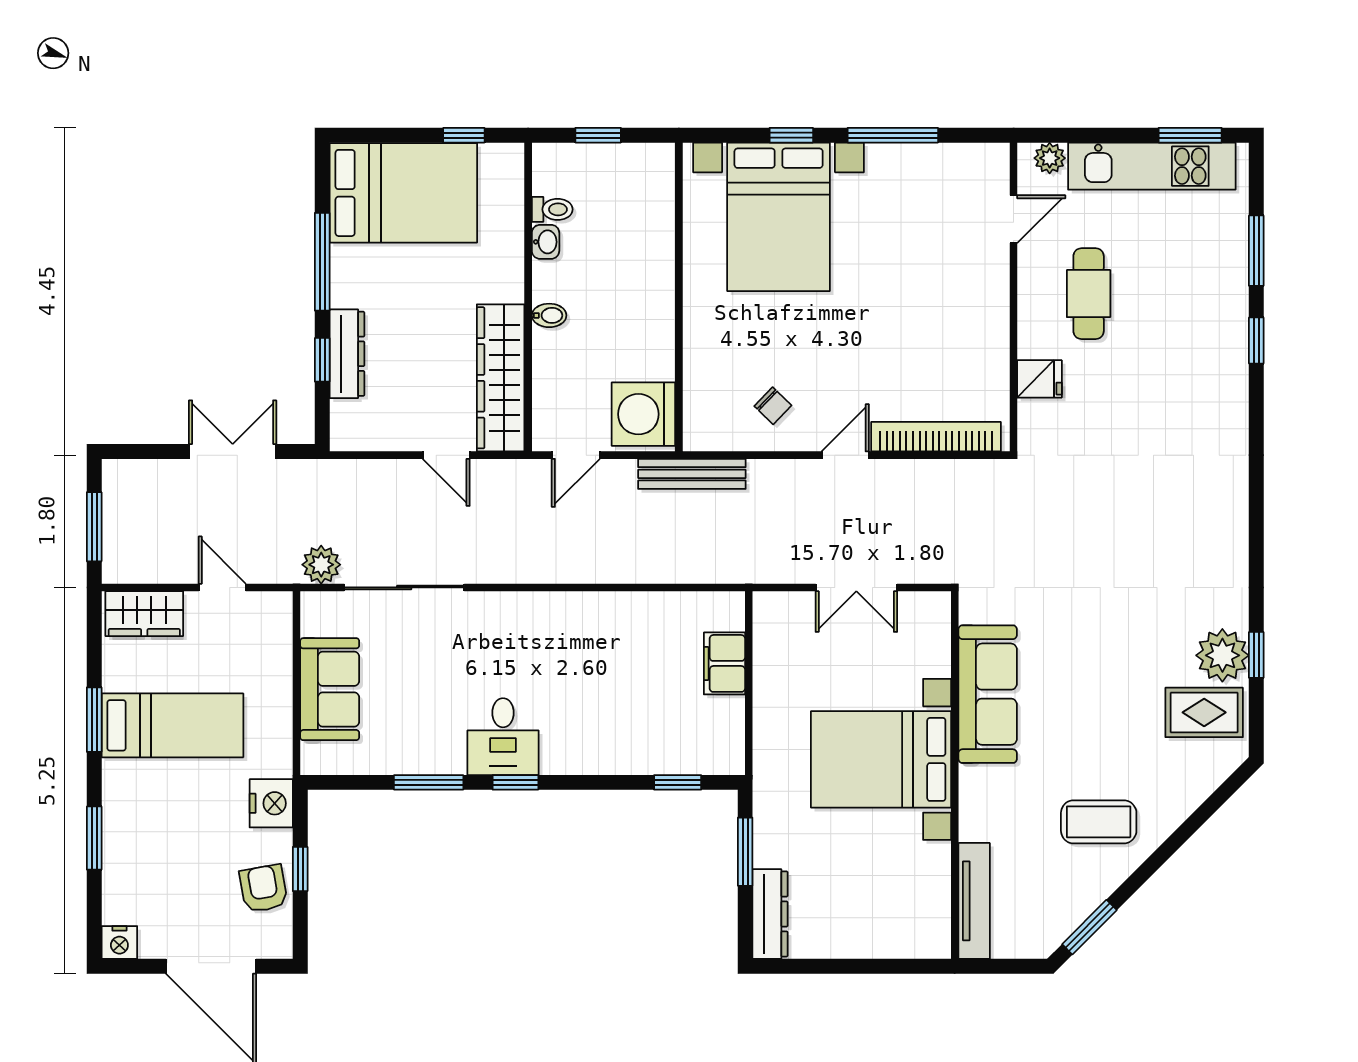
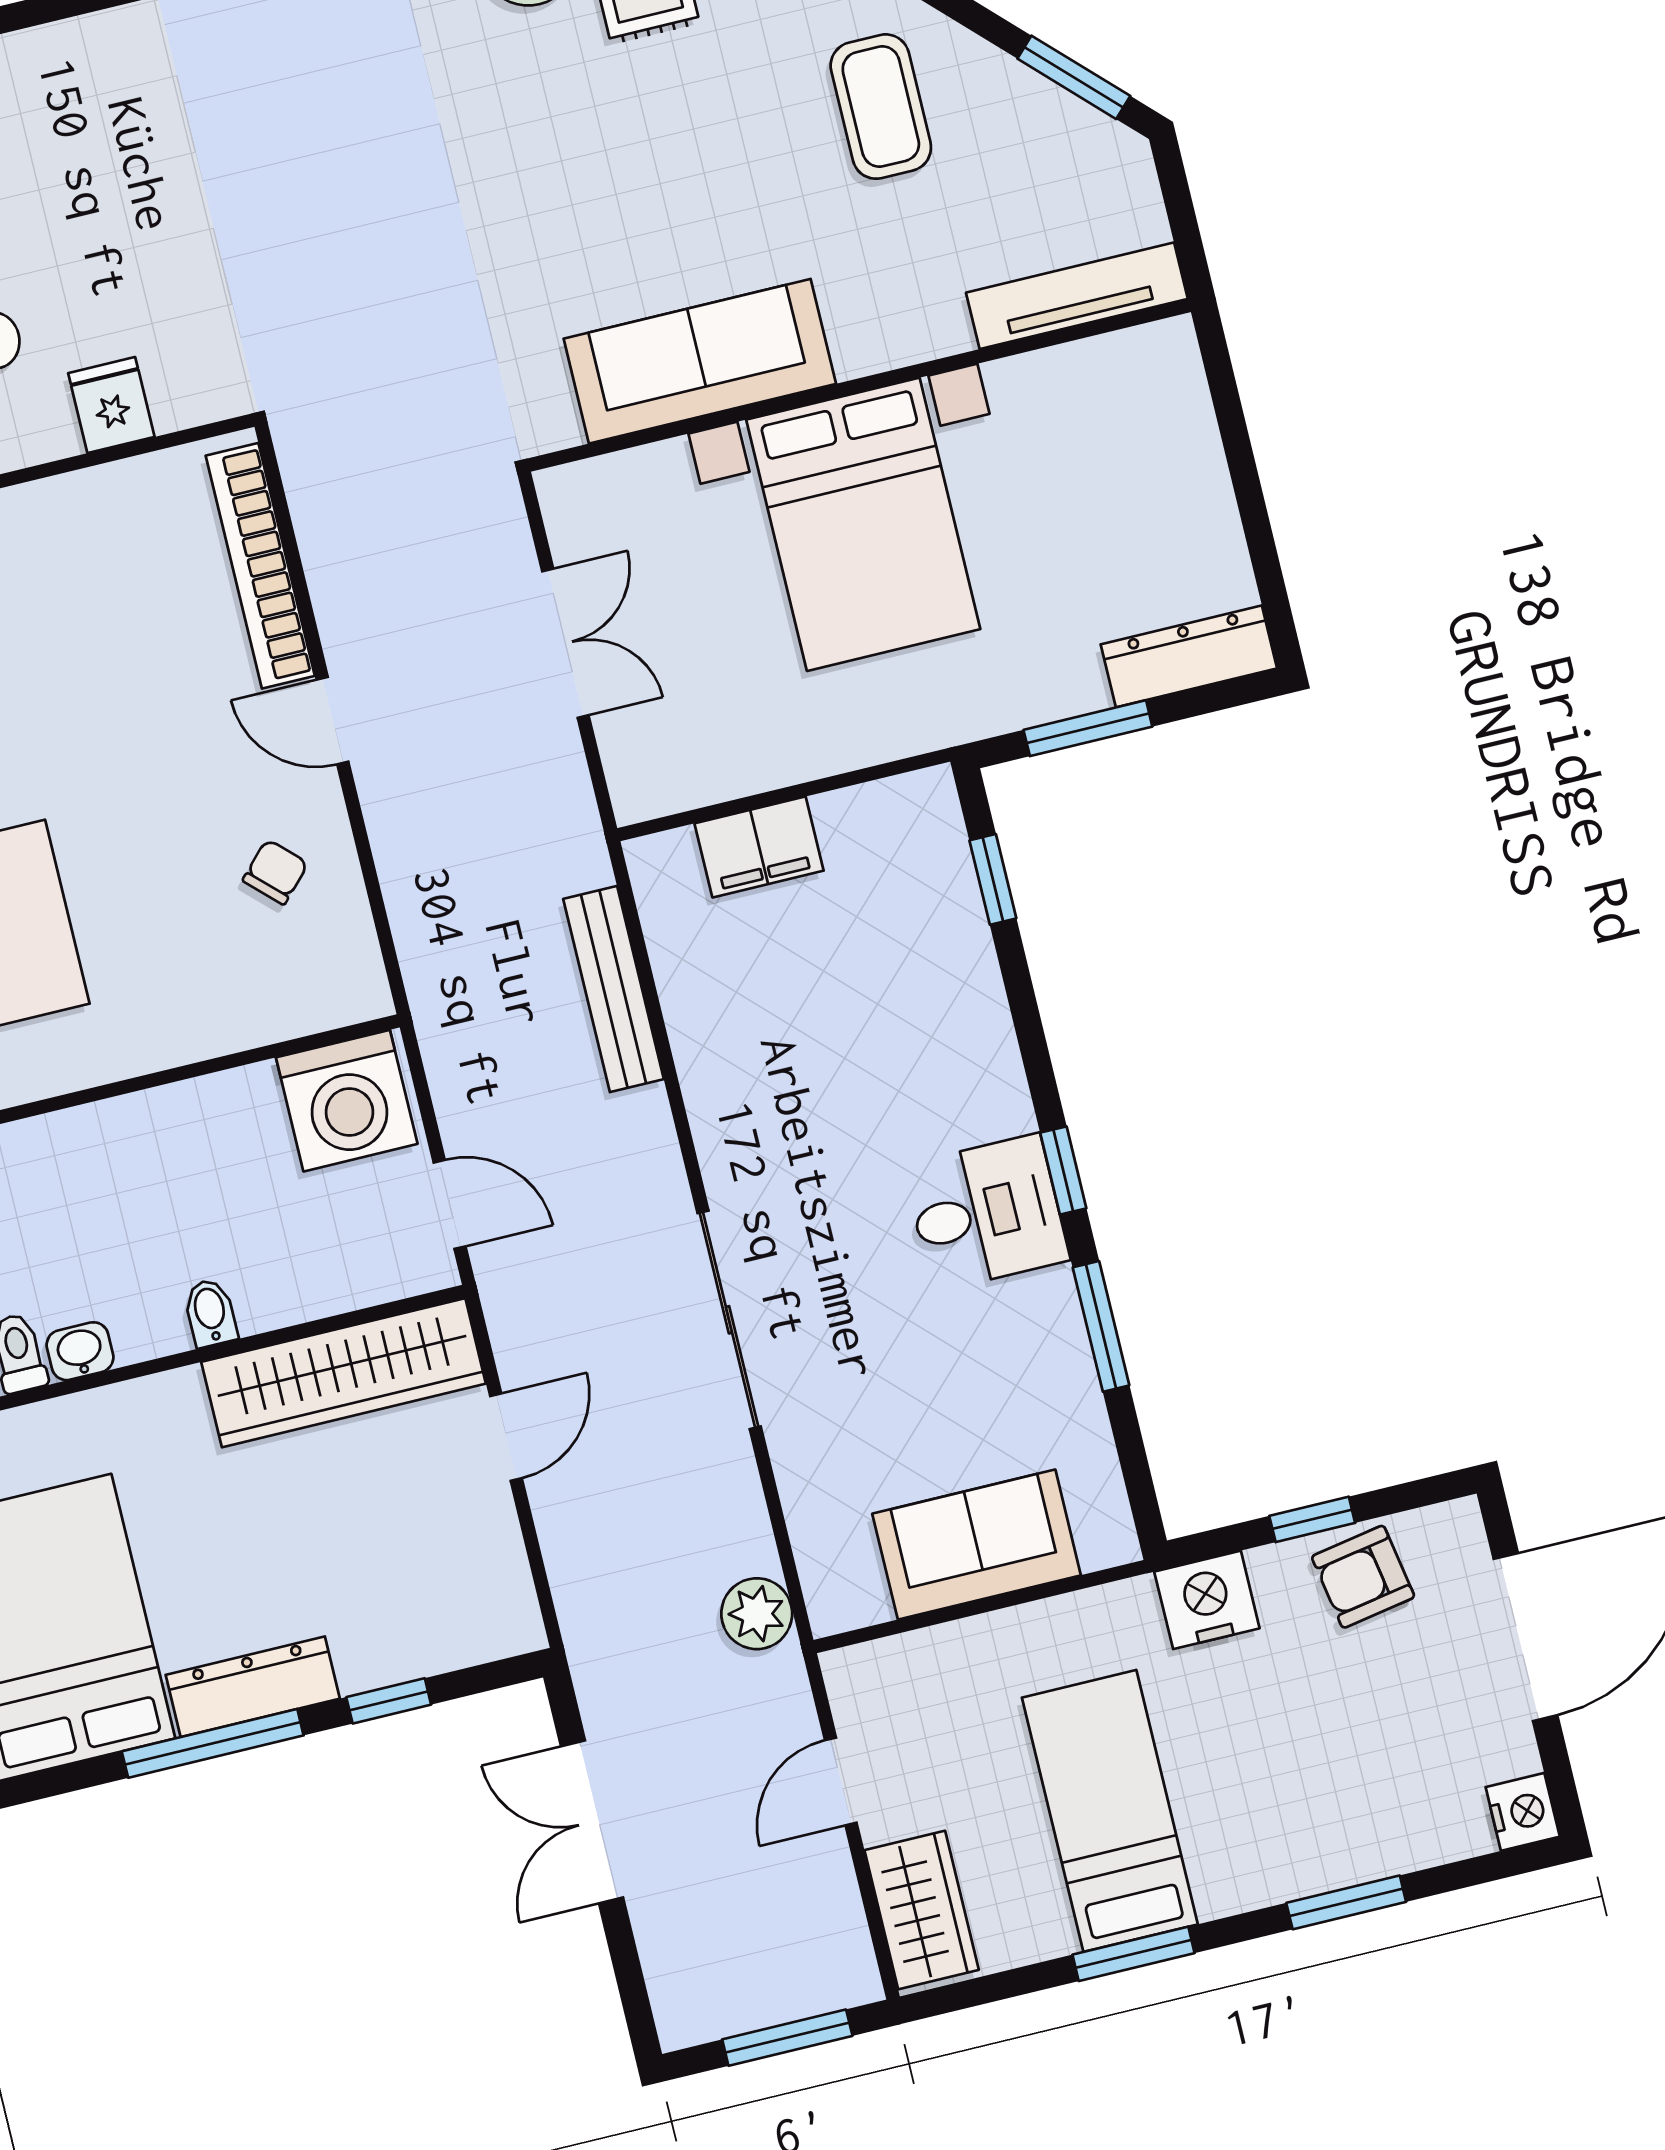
dresser: (347, 354) -> (253, 1687), moved
bench: (692, 474) -> (613, 989), moved
sliding door: (404, 587) -> (729, 1320), moved

